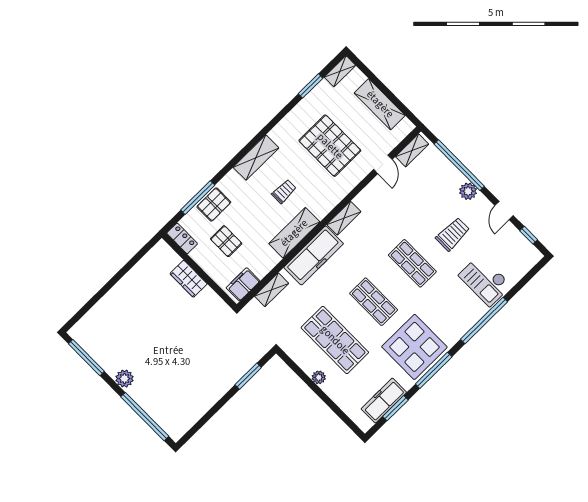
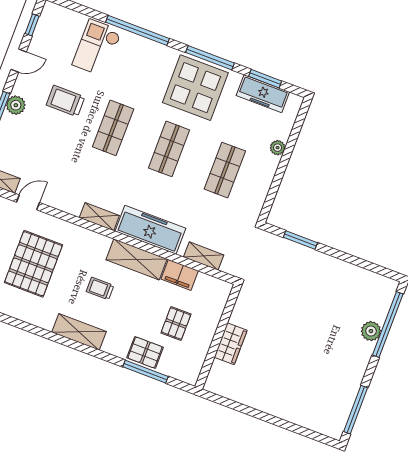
locker: (182, 238) -> (193, 369), removed
checkout: (485, 280) -> (97, 48), turned 180
filing cabinet: (243, 284) -> (180, 275), moved
shop shelf: (335, 340) -> (225, 170), width x0.70, depth x0.74
plant: (319, 377) -> (278, 148), moved
plant: (124, 379) -> (371, 331), moved

